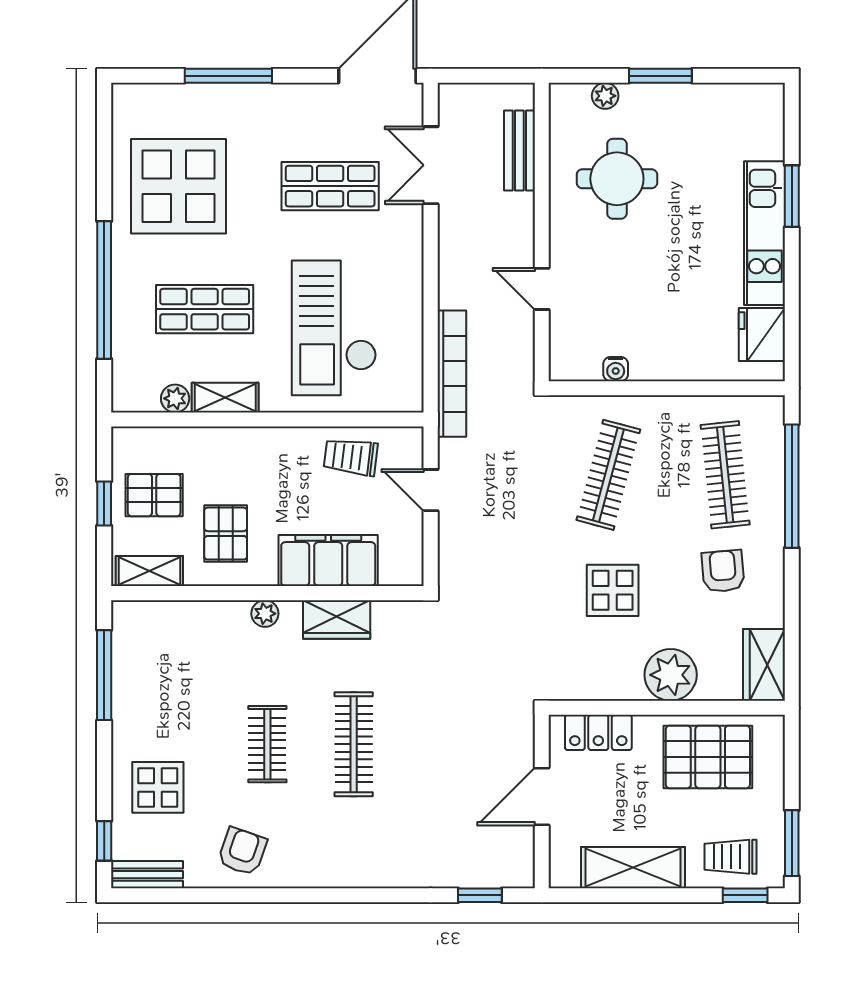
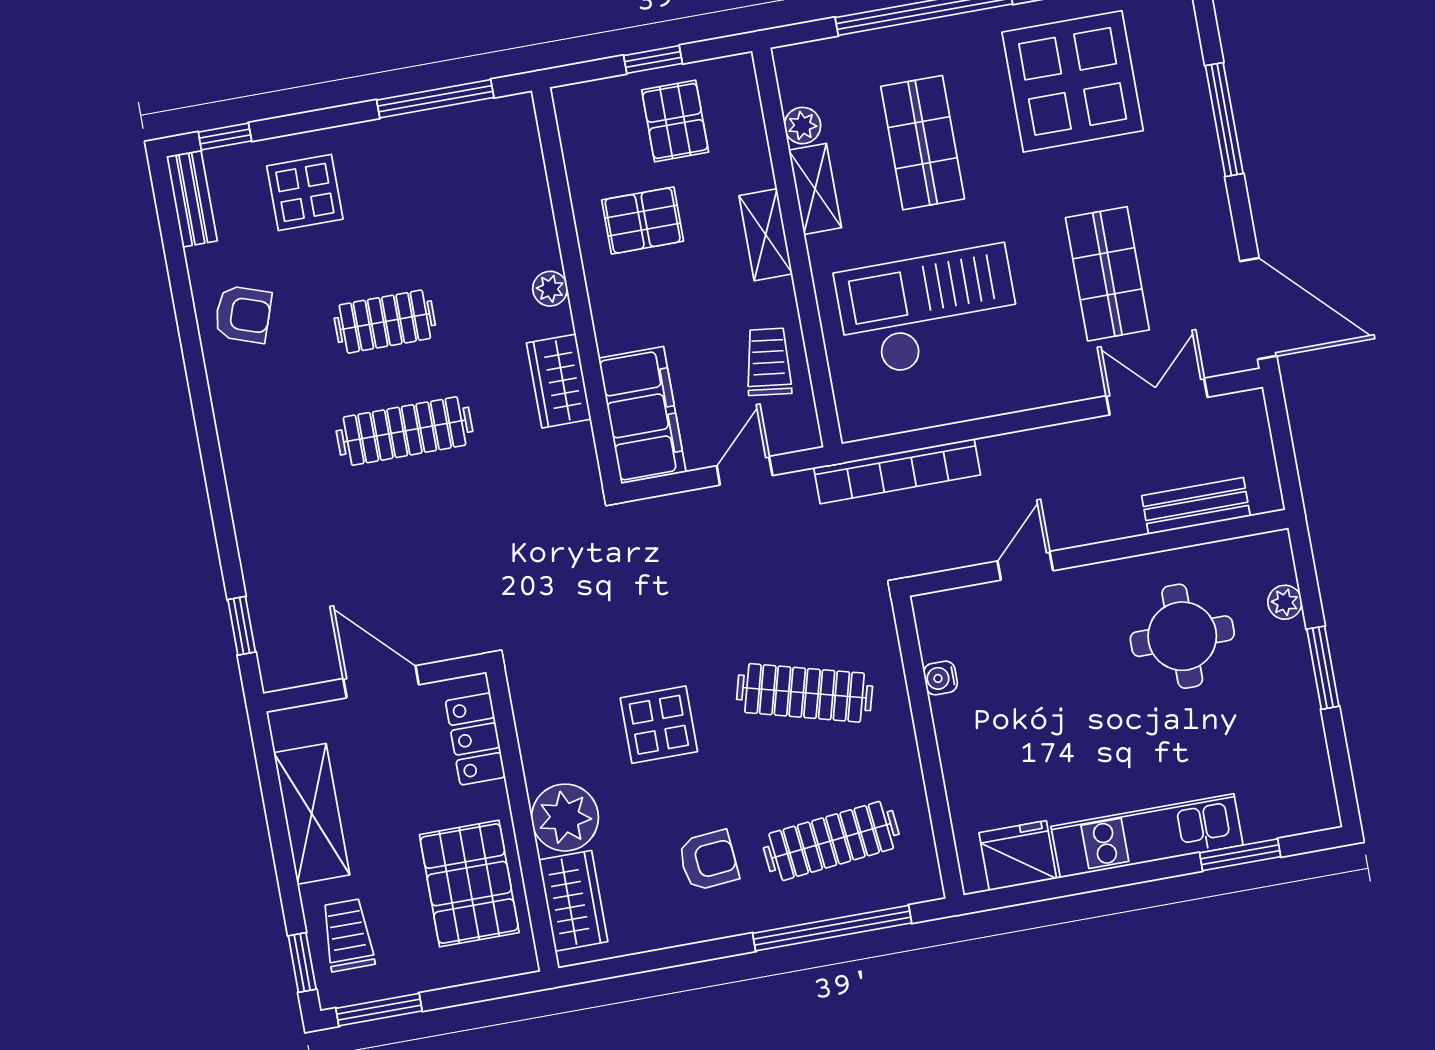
window: (792, 196) -> (1240, 855), moved
filing cabinet: (328, 560) -> (642, 415), moved
shelving: (149, 571) -> (766, 235), moved
wardrobe: (764, 665) -> (573, 901), moved, turned 90

